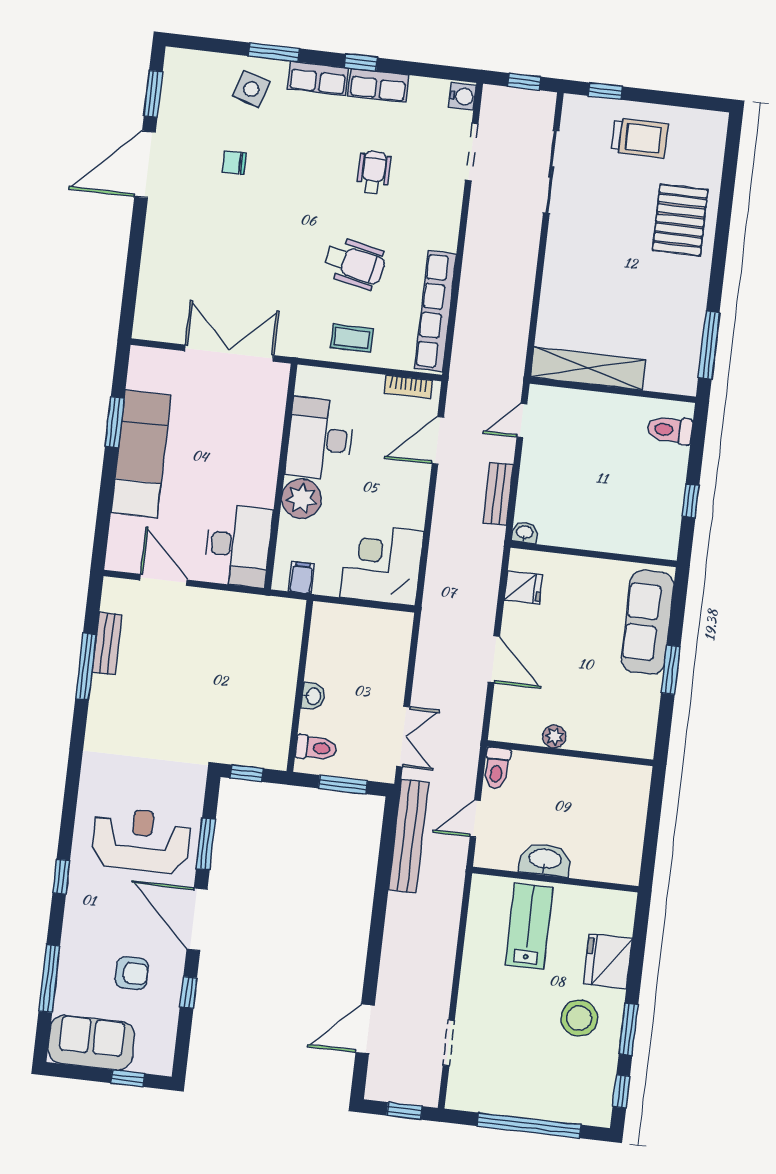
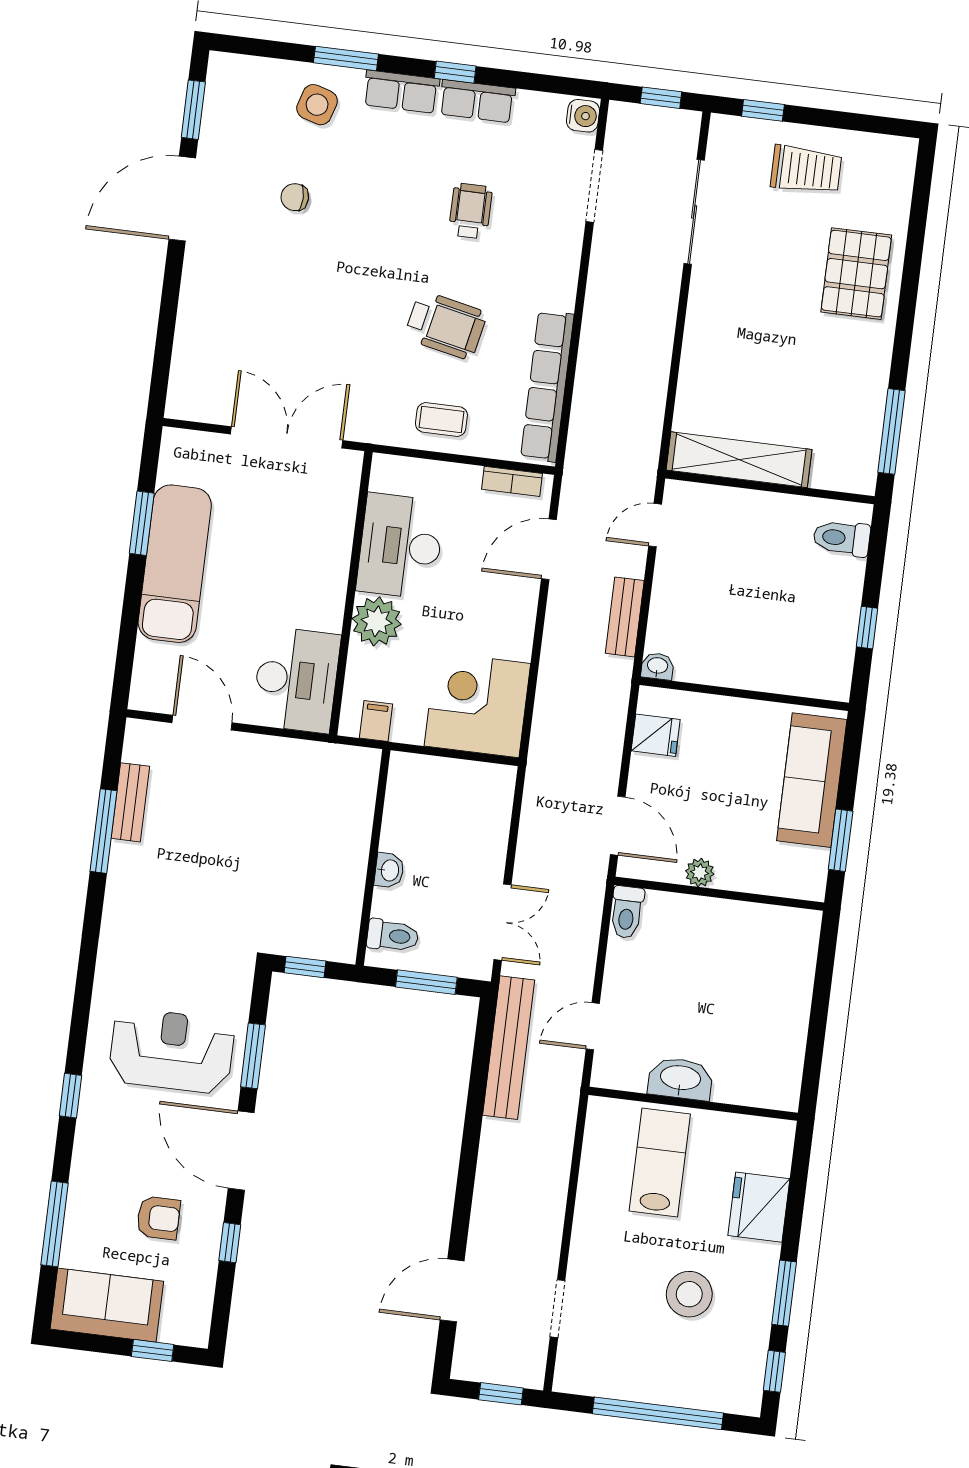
plant: (554, 736) -> (700, 873), moved
wall: (570, 753) -> (719, 894), moved
toilet: (497, 768) -> (627, 912), moved
stool: (579, 1018) -> (689, 1294), moved

